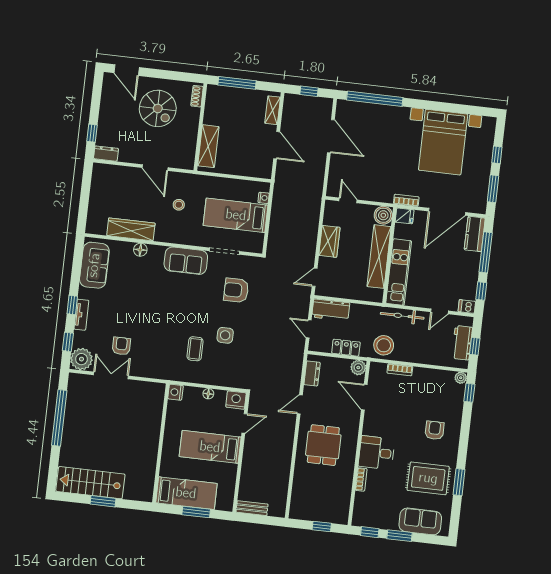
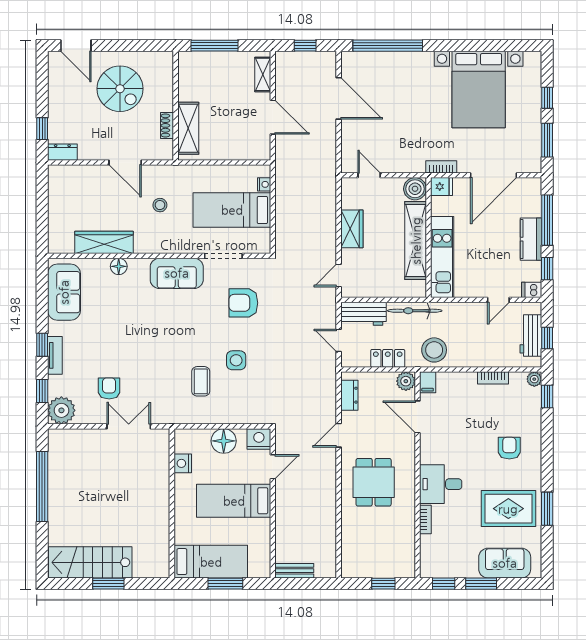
shoe rack: (197, 96) -> (167, 125), moved
kitchen counter: (475, 234) -> (531, 239), moved
bicycle: (402, 316) -> (415, 311), moved
filing cabinet: (375, 370) -> (428, 382), added
bookcase: (400, 370) -> (493, 378), moved
double door: (111, 375) -> (129, 426), moved
nightstand: (176, 392) -> (183, 463), moved
floor lamp: (208, 394) -> (224, 441), width x1.89, depth x1.89

